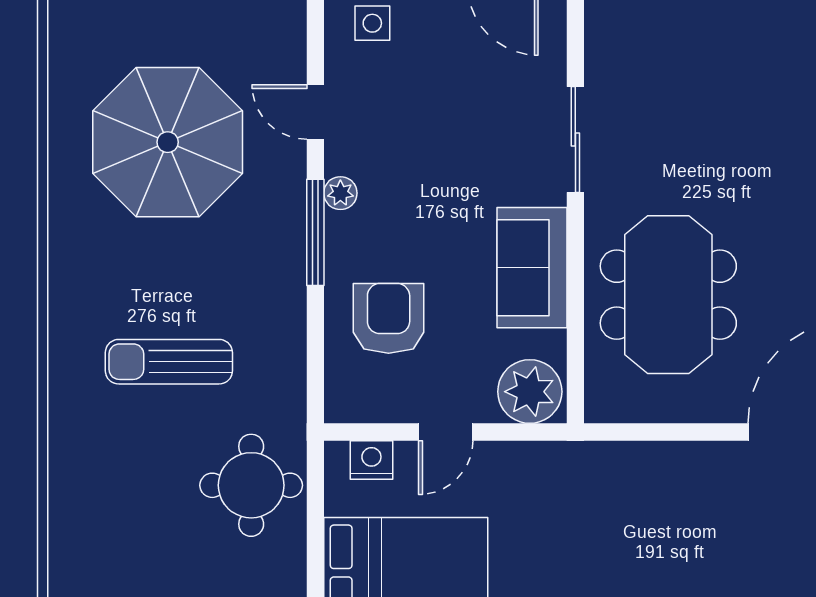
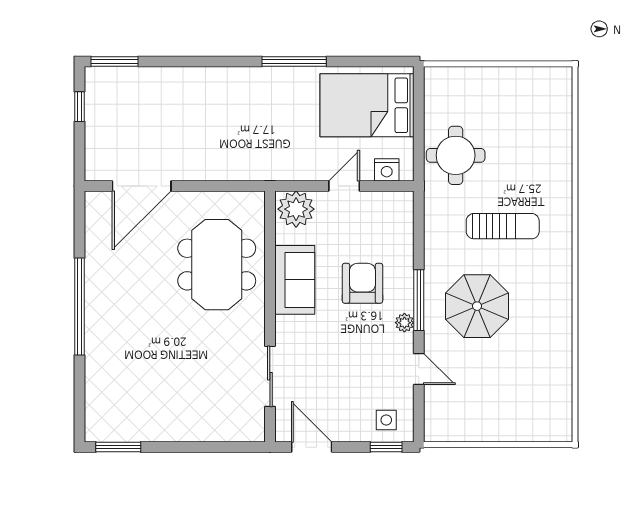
sliding door: (575, 139) -> (270, 376), moved
parasol: (168, 142) -> (477, 306), moved, width x0.73, depth x0.73
armchair: (389, 318) -> (362, 283), moved, turned 180

